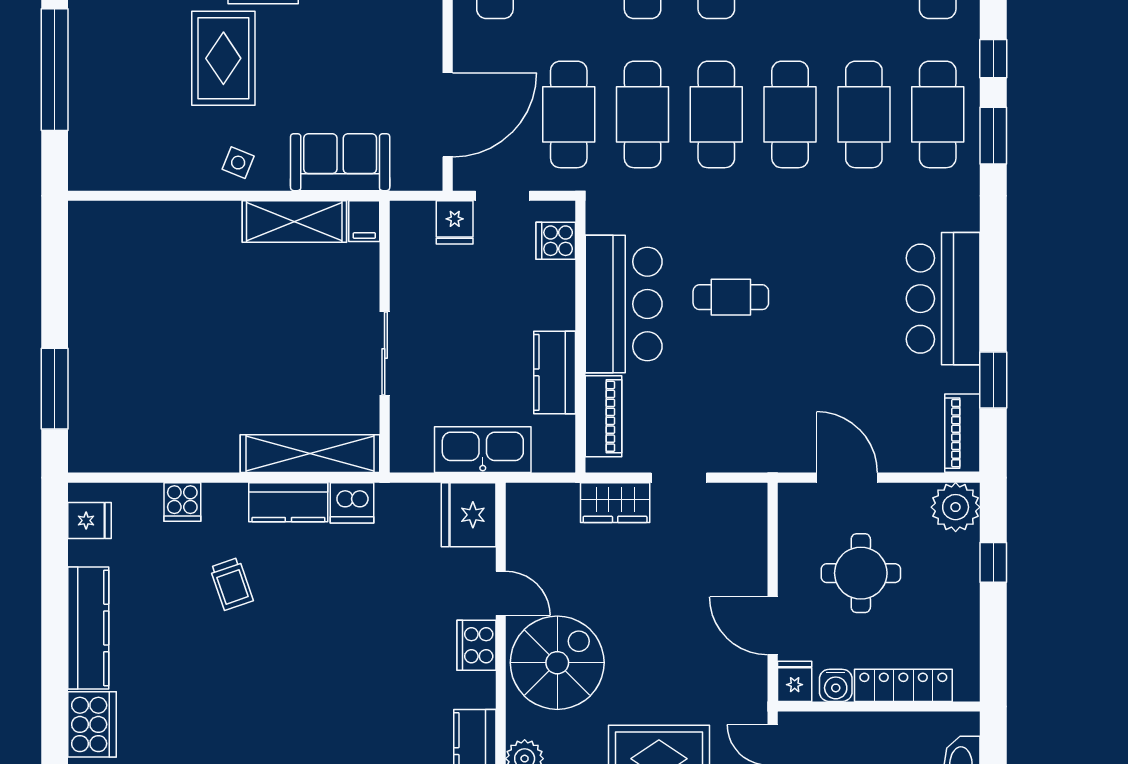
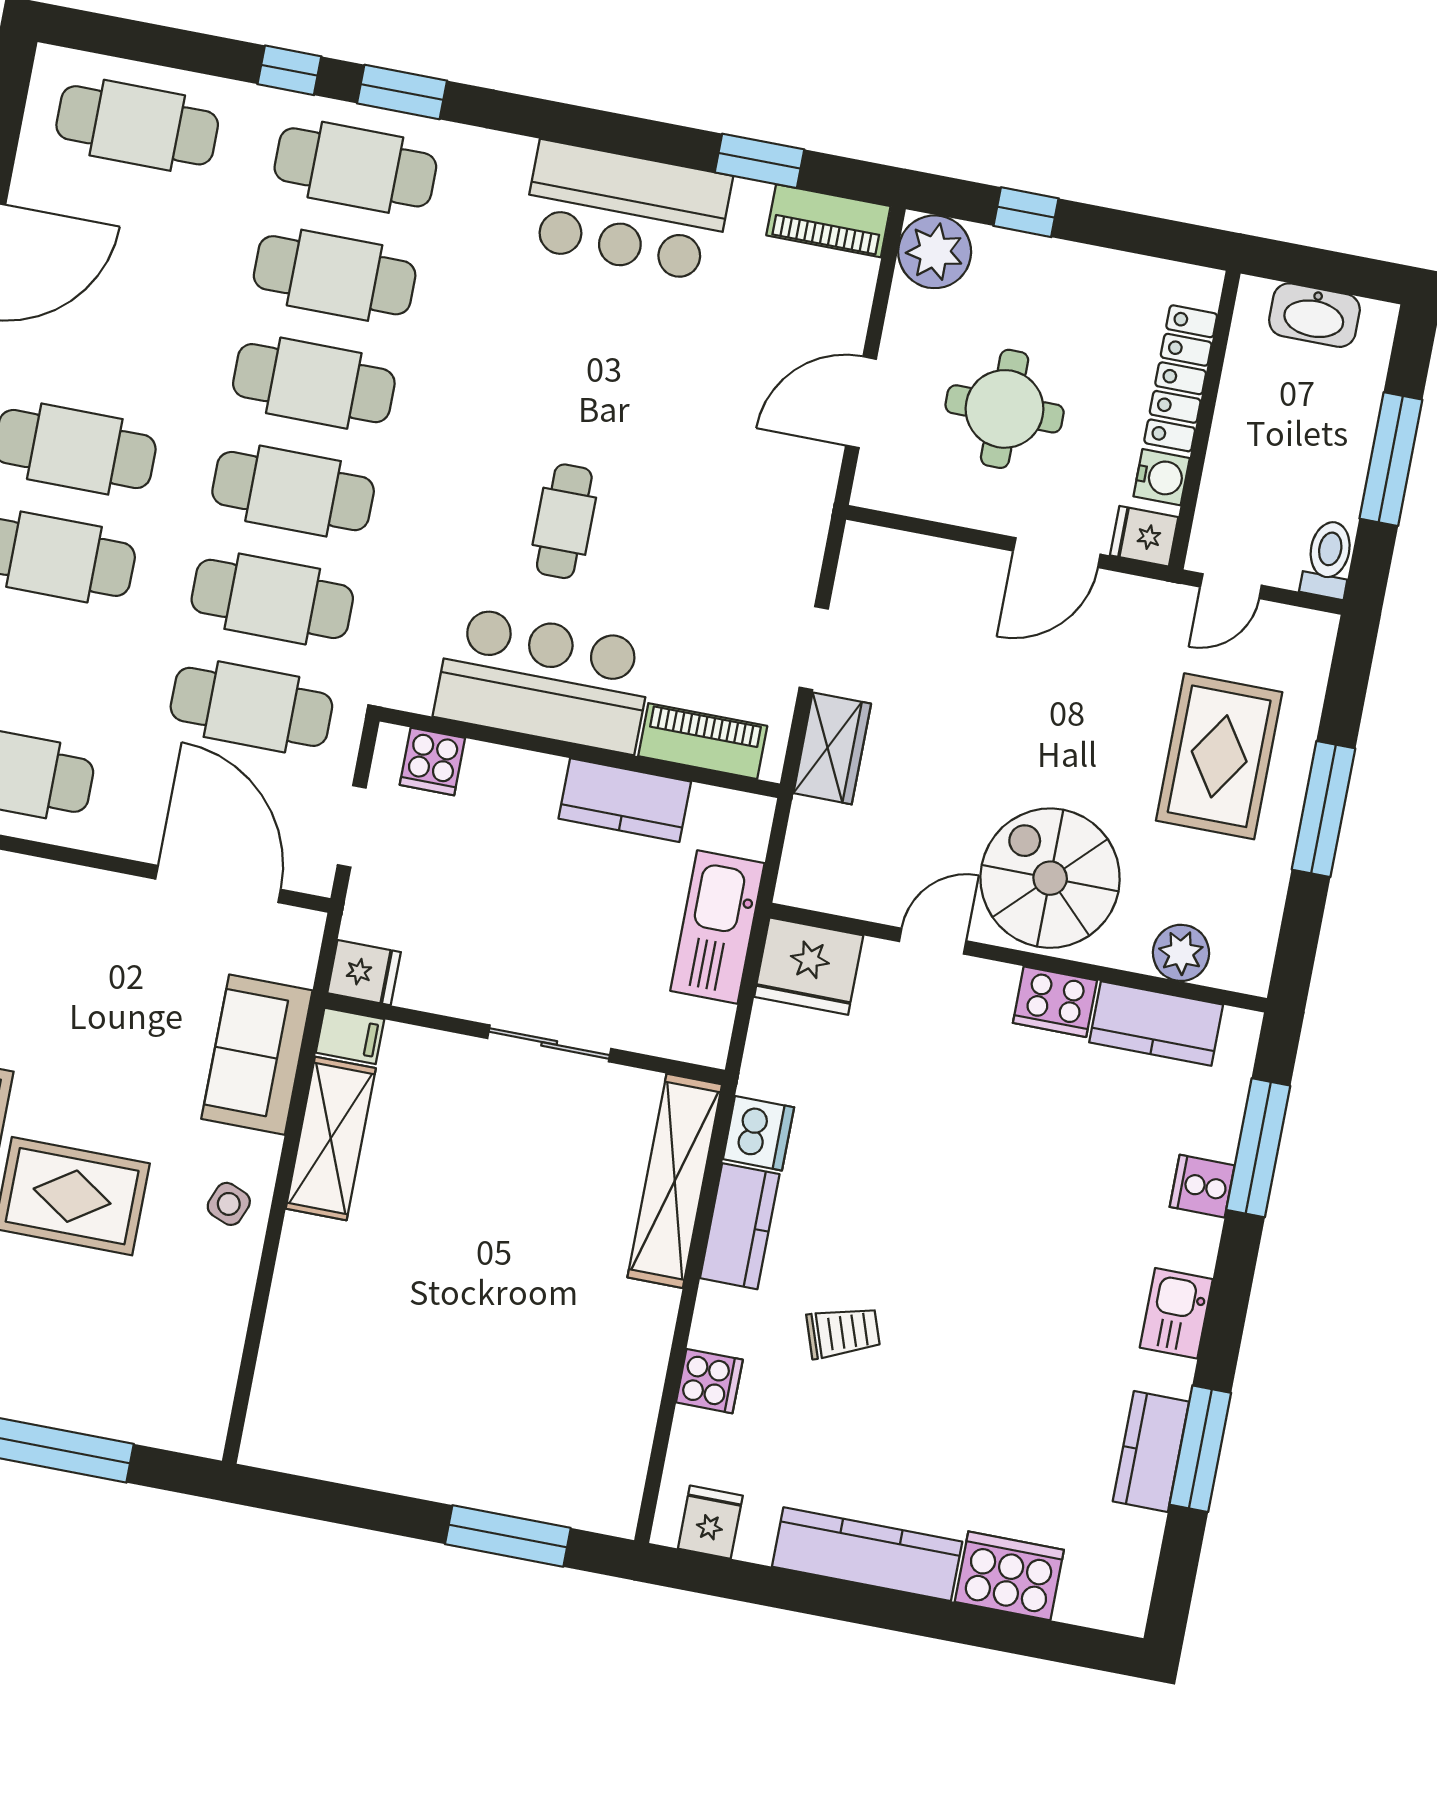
fridge: (455, 222) -> (364, 973), moved
cooker: (476, 645) -> (1055, 1002), moved

